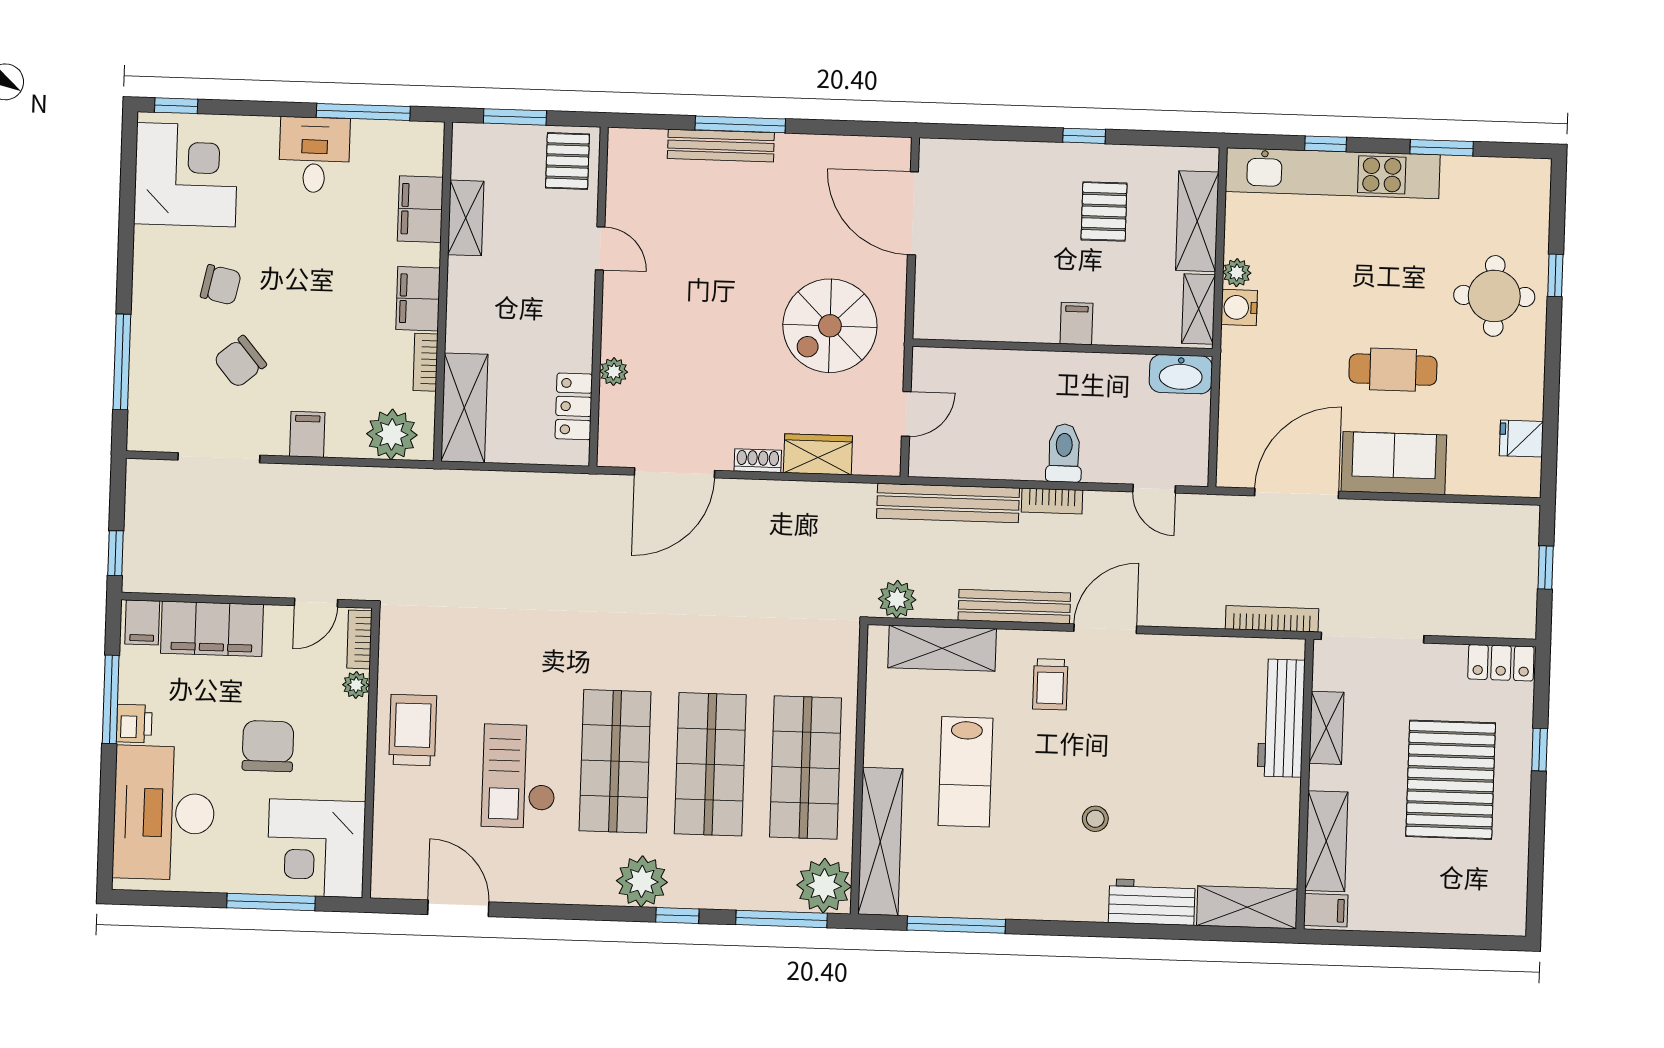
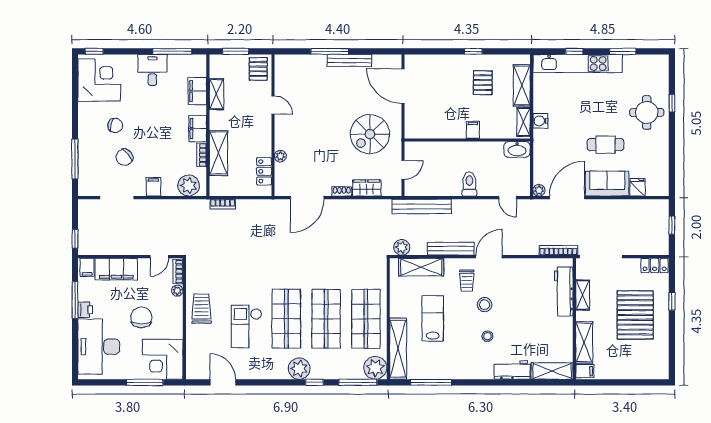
bench: (721, 146) -> (349, 60), moved
plant: (1237, 273) -> (539, 190), moved
shelving: (464, 408) -> (219, 153), moved
fridge: (1521, 439) -> (637, 187), moved, turned 90
bookcase: (1052, 501) -> (223, 204), moved
stool: (1091, 743) -> (485, 305), added
lab bench: (966, 772) -> (433, 318), turned 180

